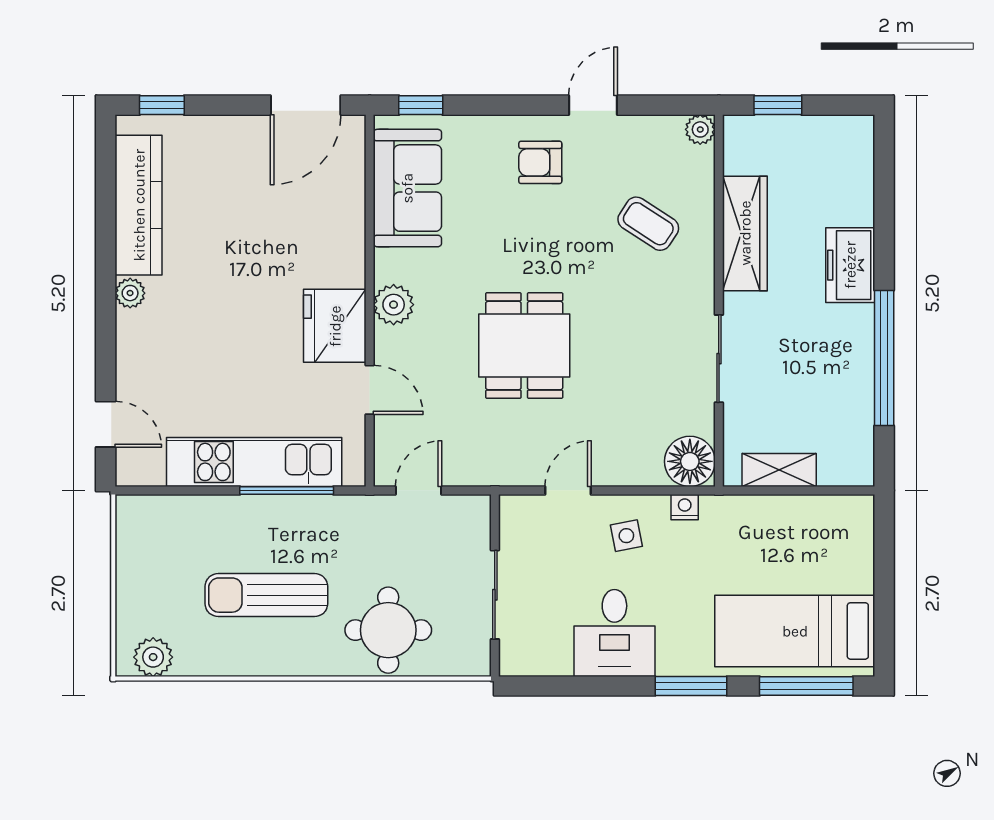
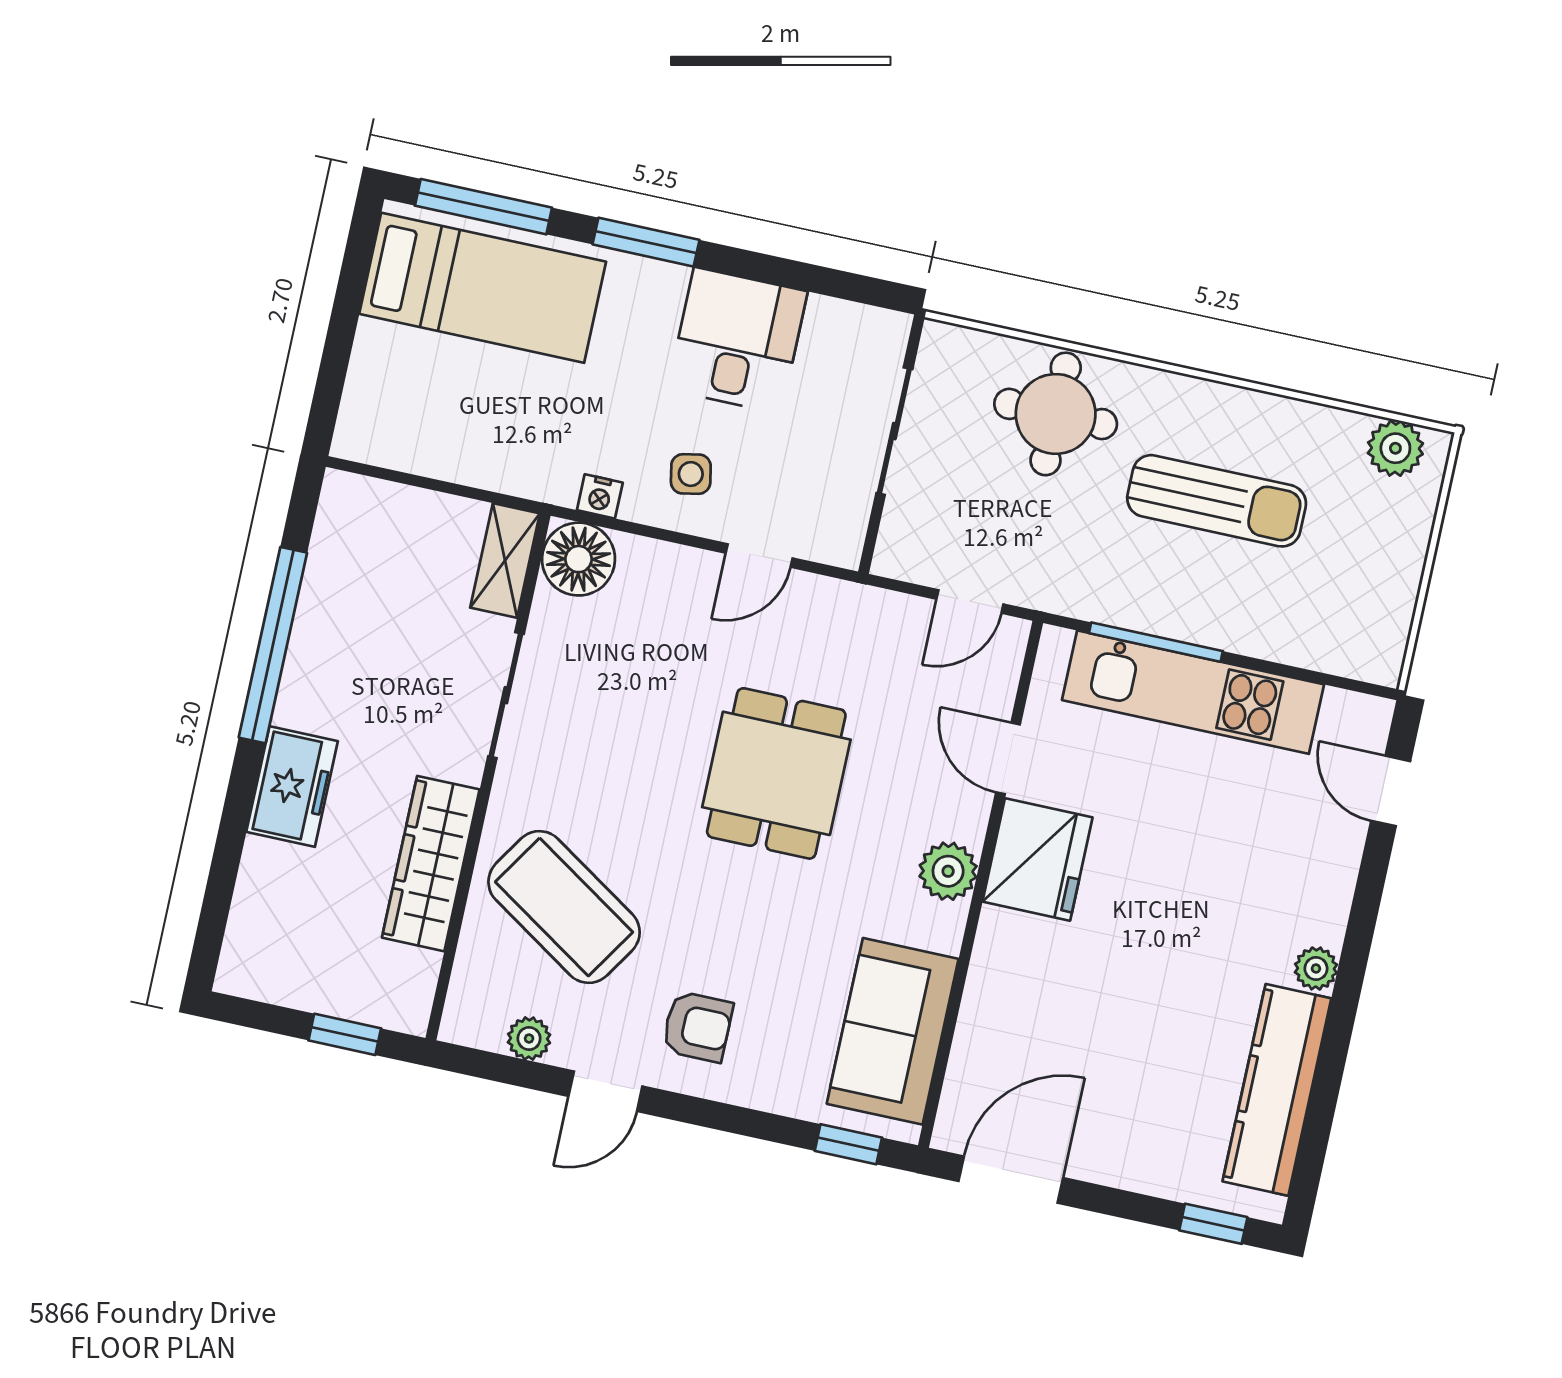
plant: (700, 129) -> (529, 1039), moved
coffee table: (648, 224) -> (564, 907), width x1.86, depth x1.72
shelving: (779, 470) -> (505, 561), moved, turned 90

